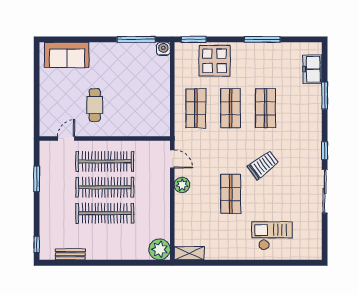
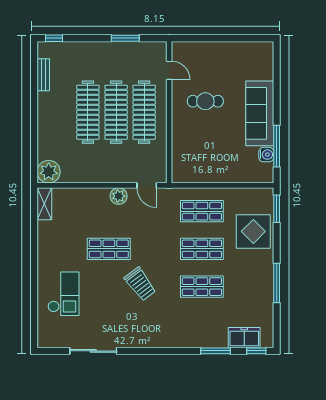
water cooler: (163, 49) -> (266, 155), moved
sofa: (67, 55) -> (260, 113), moved, width x1.36
window: (325, 151) -> (256, 351), moved
door: (172, 159) -> (147, 185), hinge flipped
sliding door: (325, 191) -> (93, 351), moved

